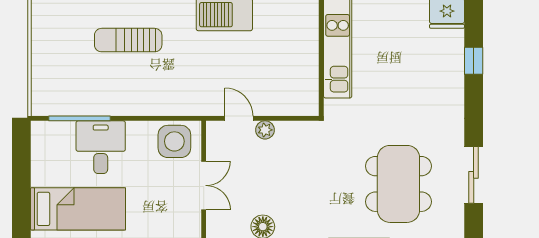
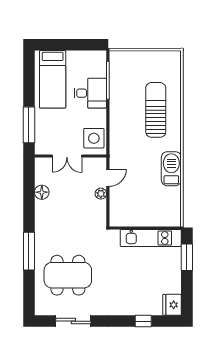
sun lounger: (128, 40) -> (156, 110), width x1.36, depth x1.34

